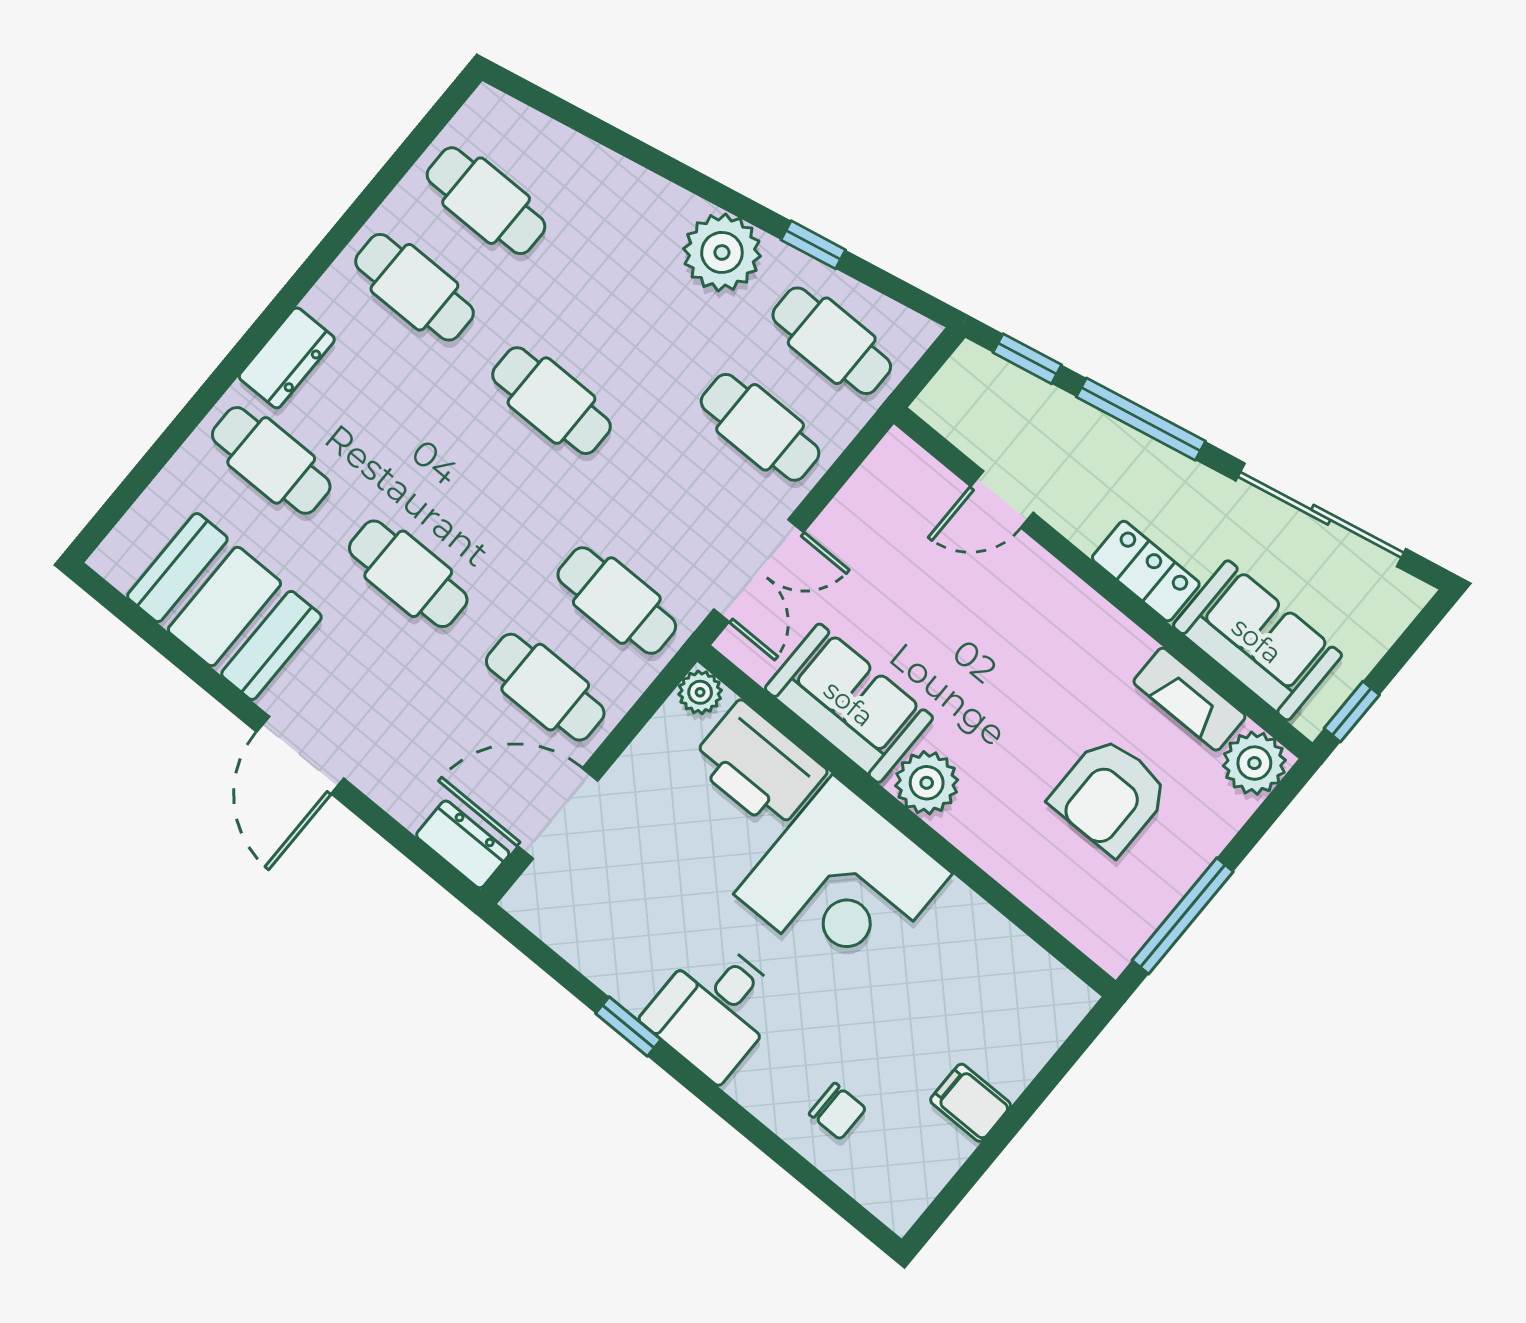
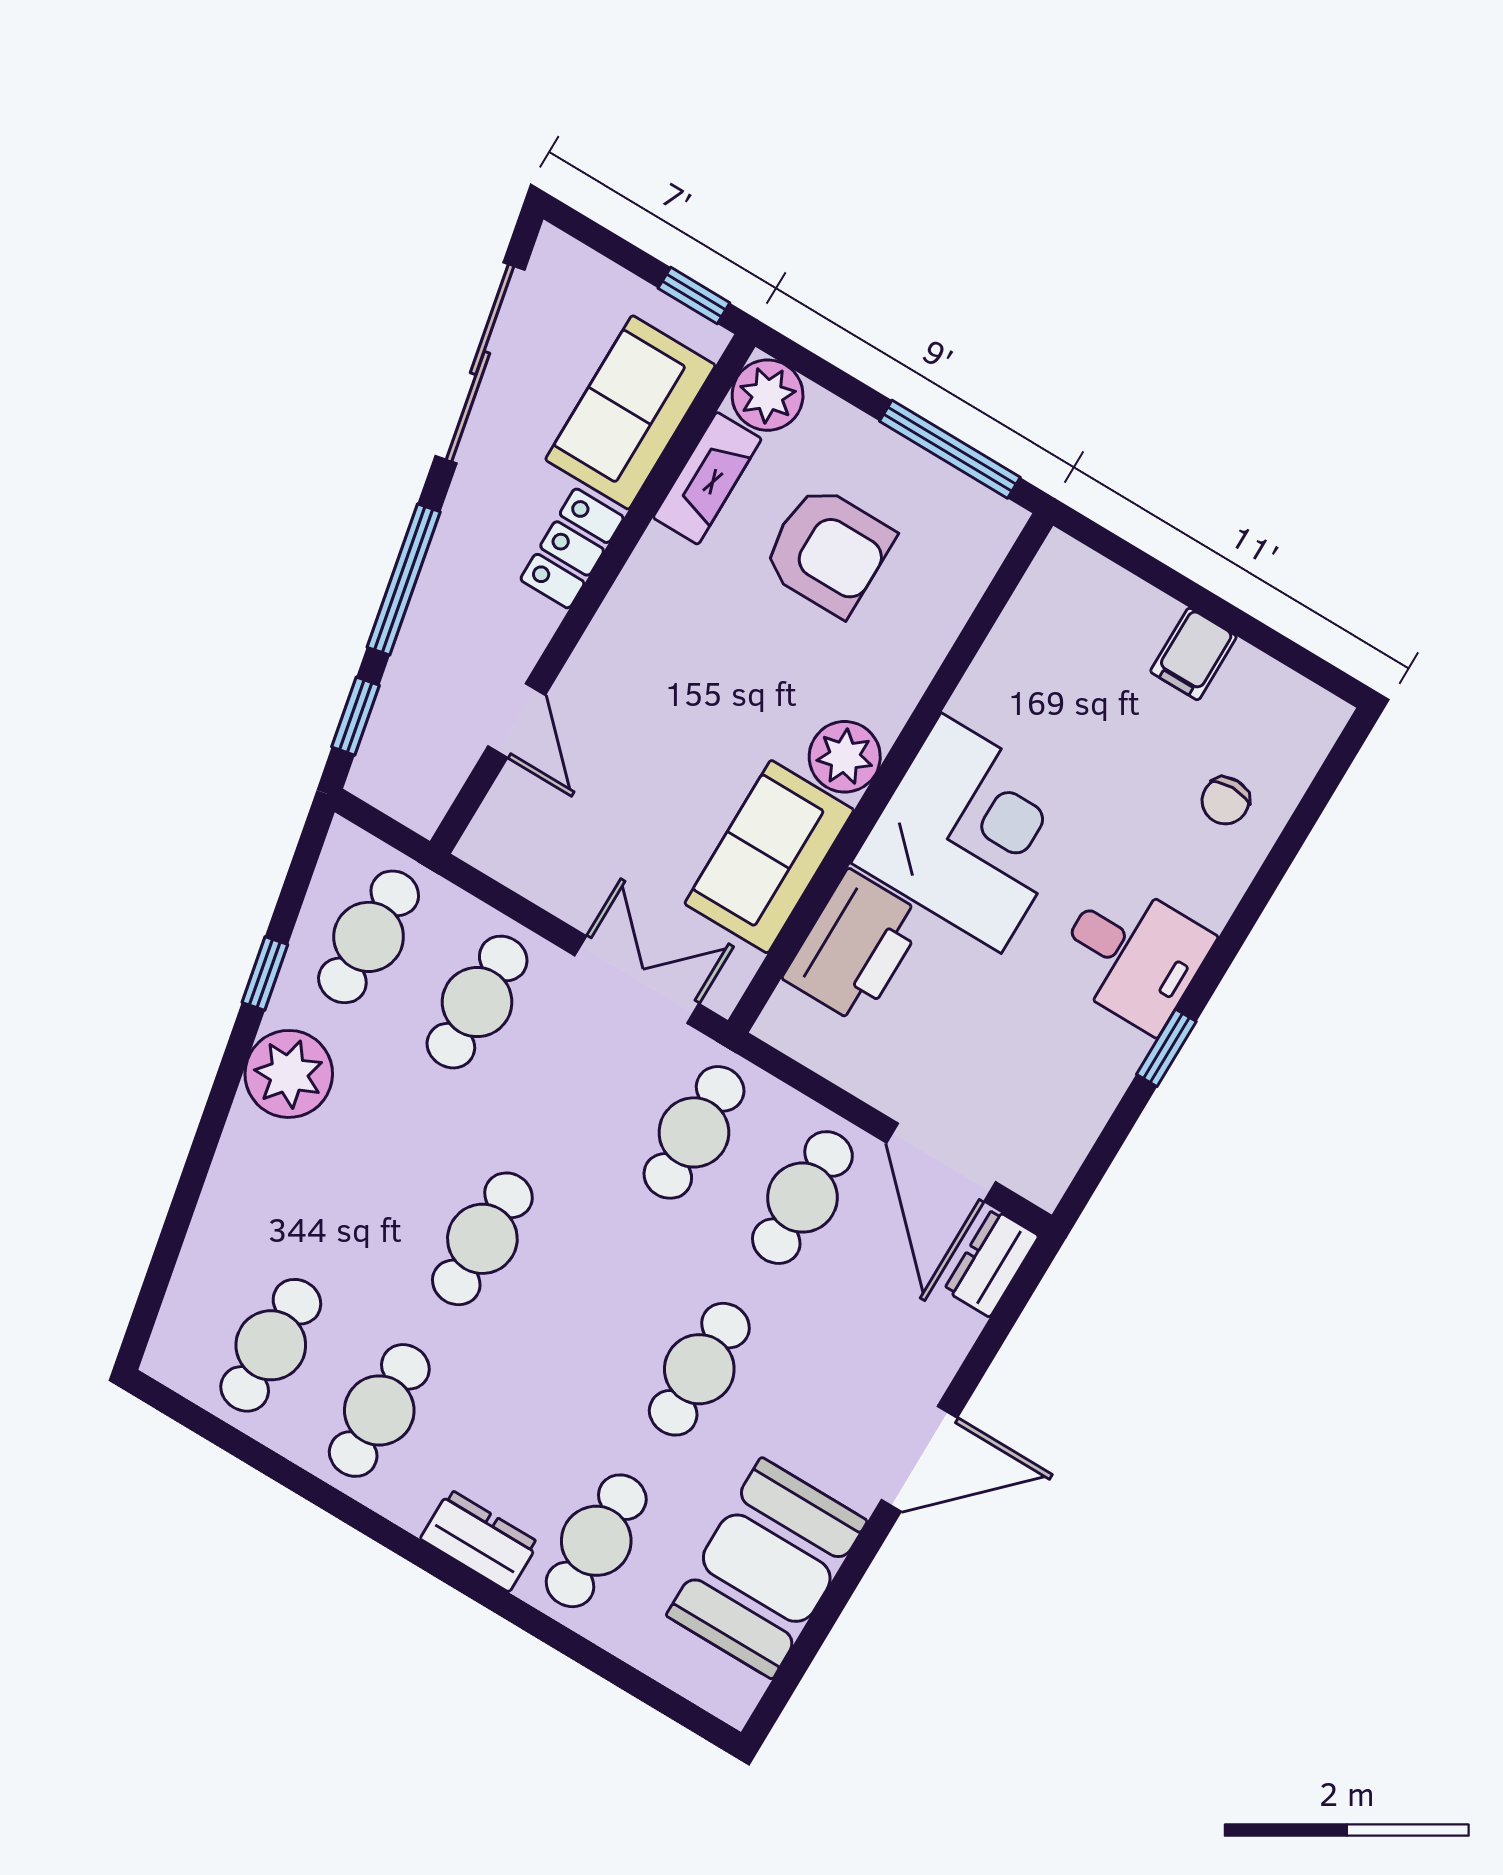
plant: (700, 692) -> (782, 1024), removed
chair: (837, 1111) -> (1225, 801), turned 180

